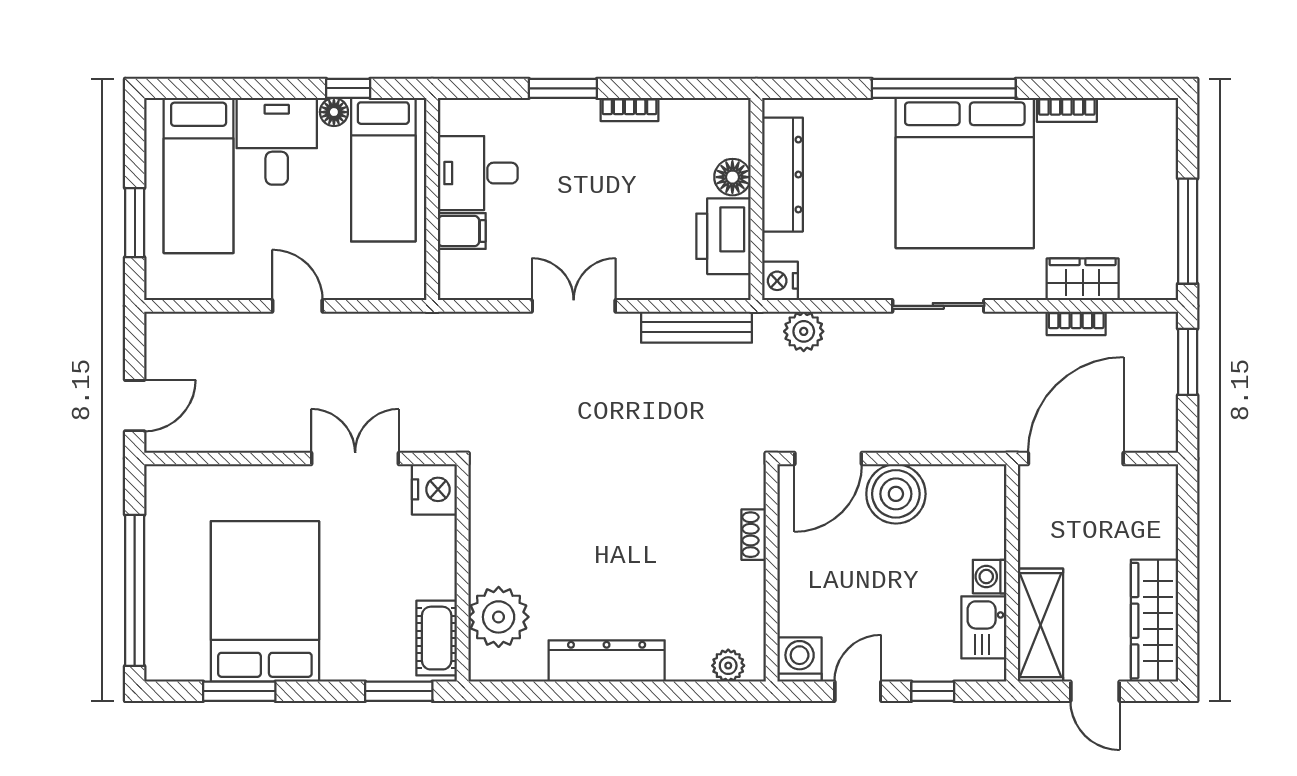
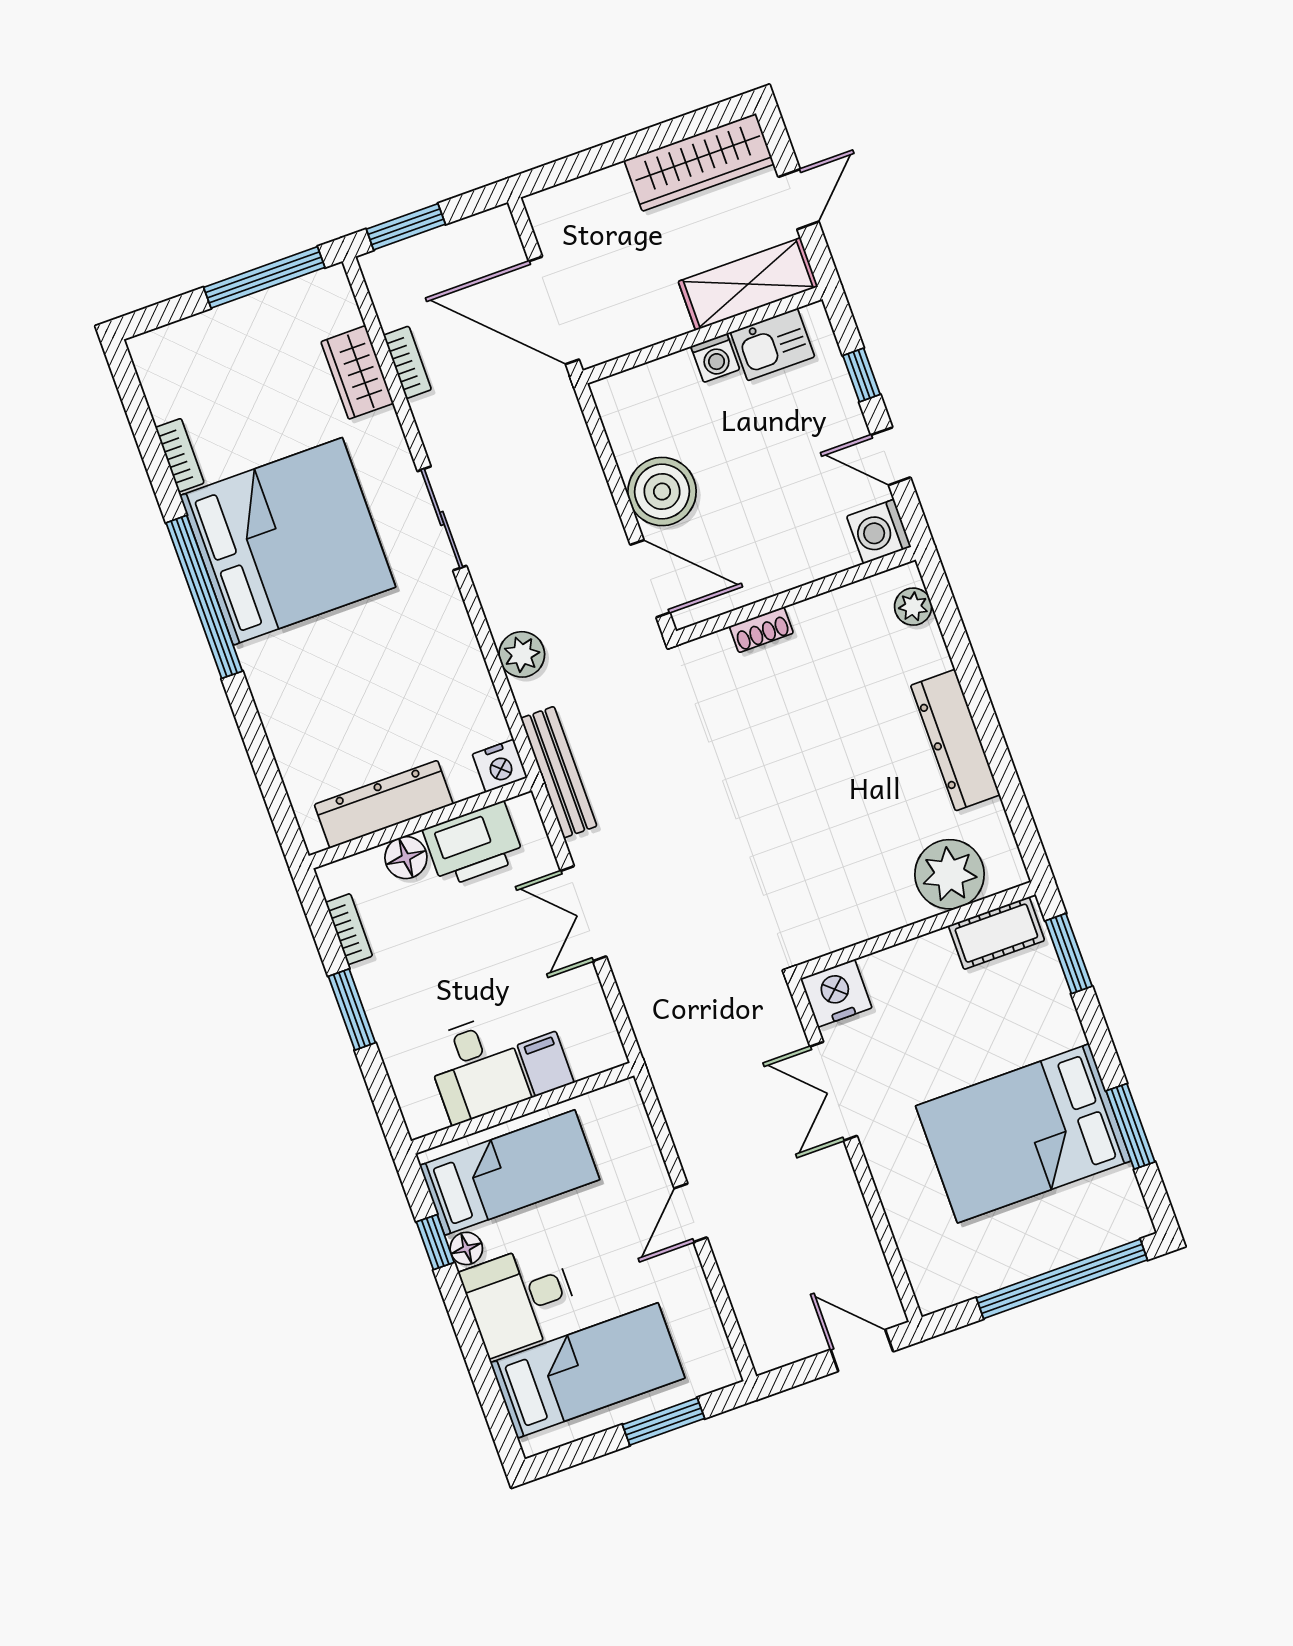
dresser: (783, 175) -> (384, 804), moved
floor lamp: (732, 177) -> (406, 858), moved
wall: (756, 199) -> (420, 823), moved
printer: (724, 236) -> (473, 844), moved
nightstand: (780, 281) -> (500, 766), moved

